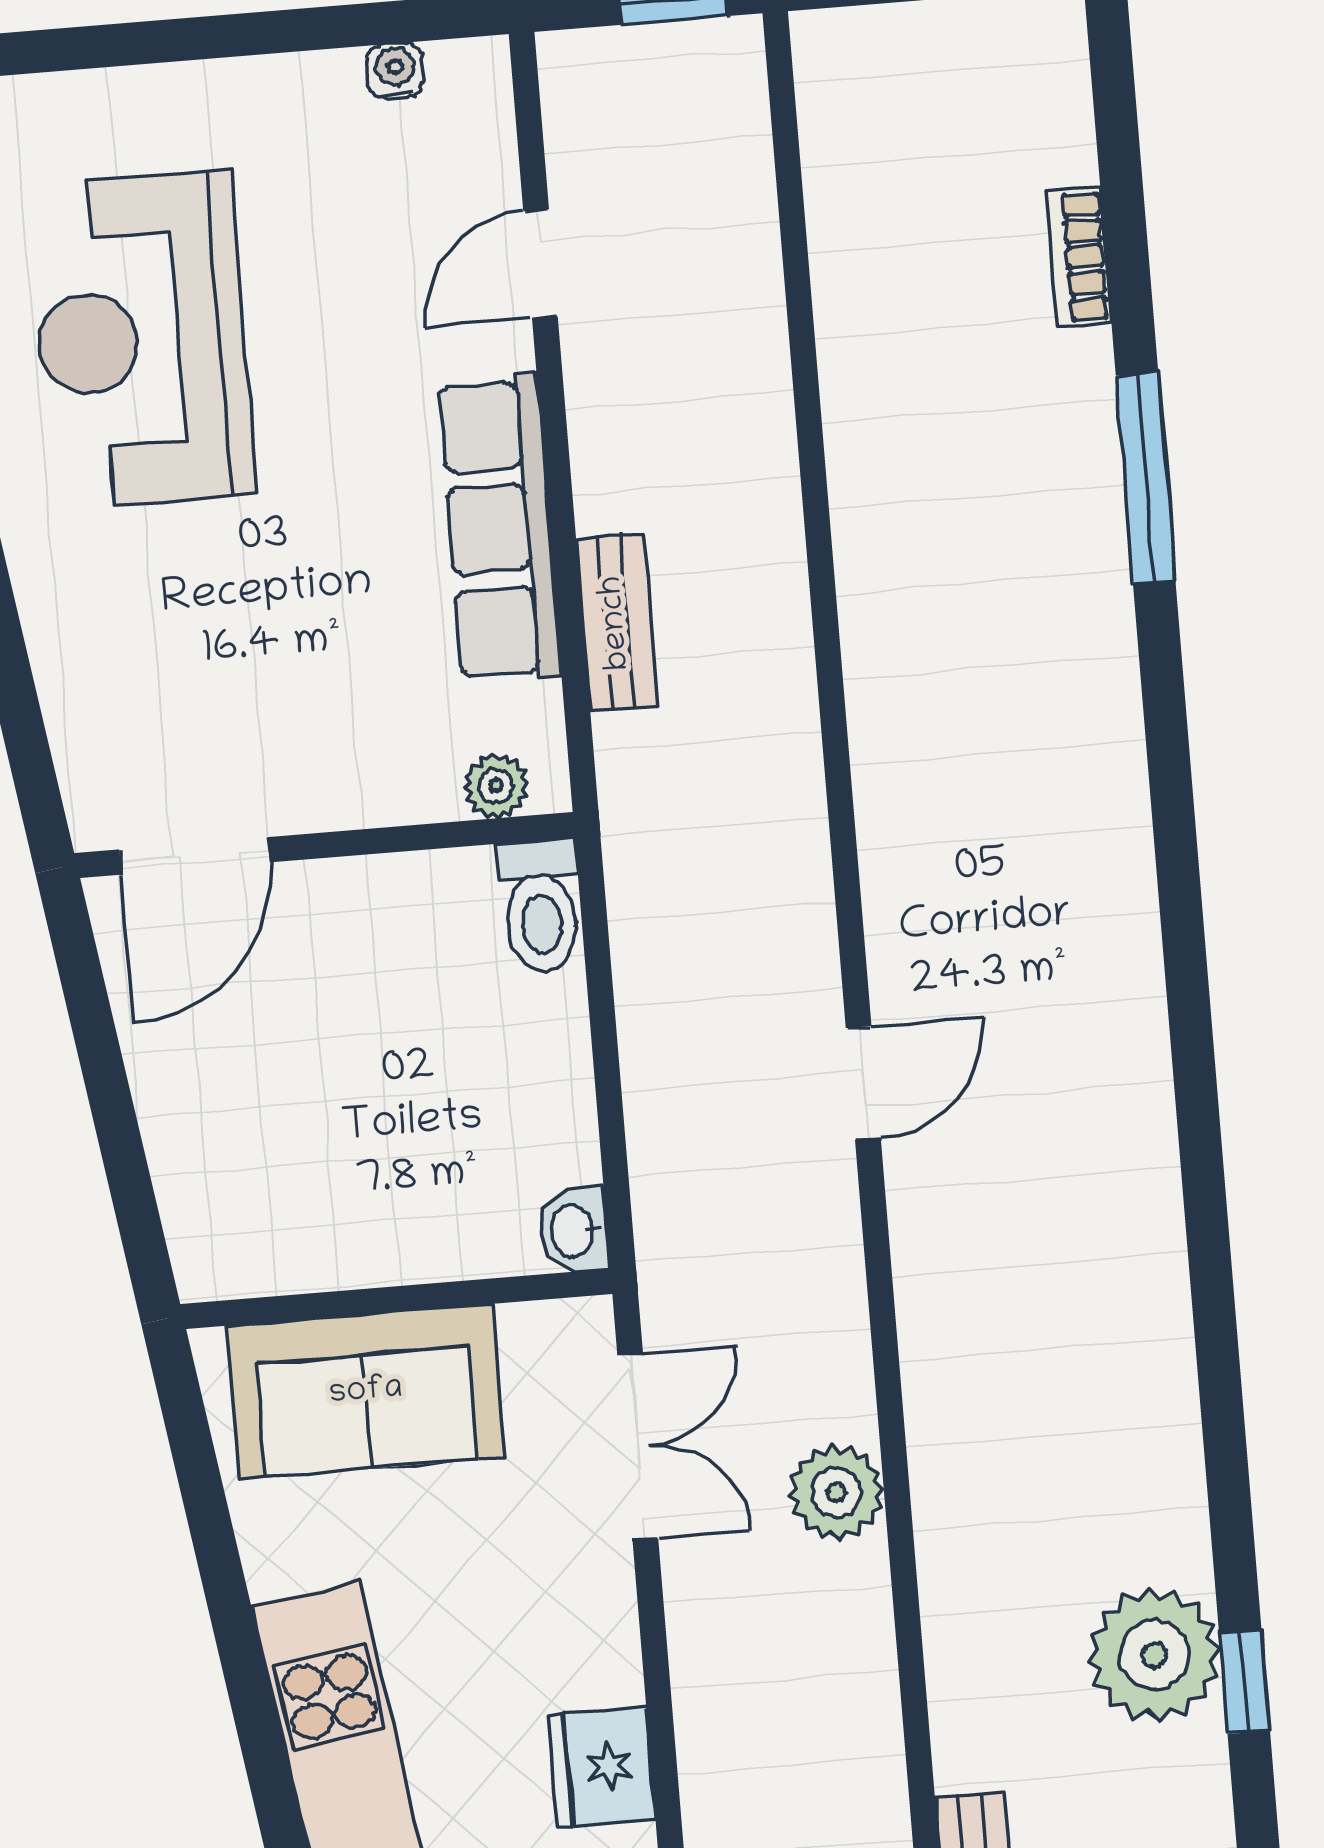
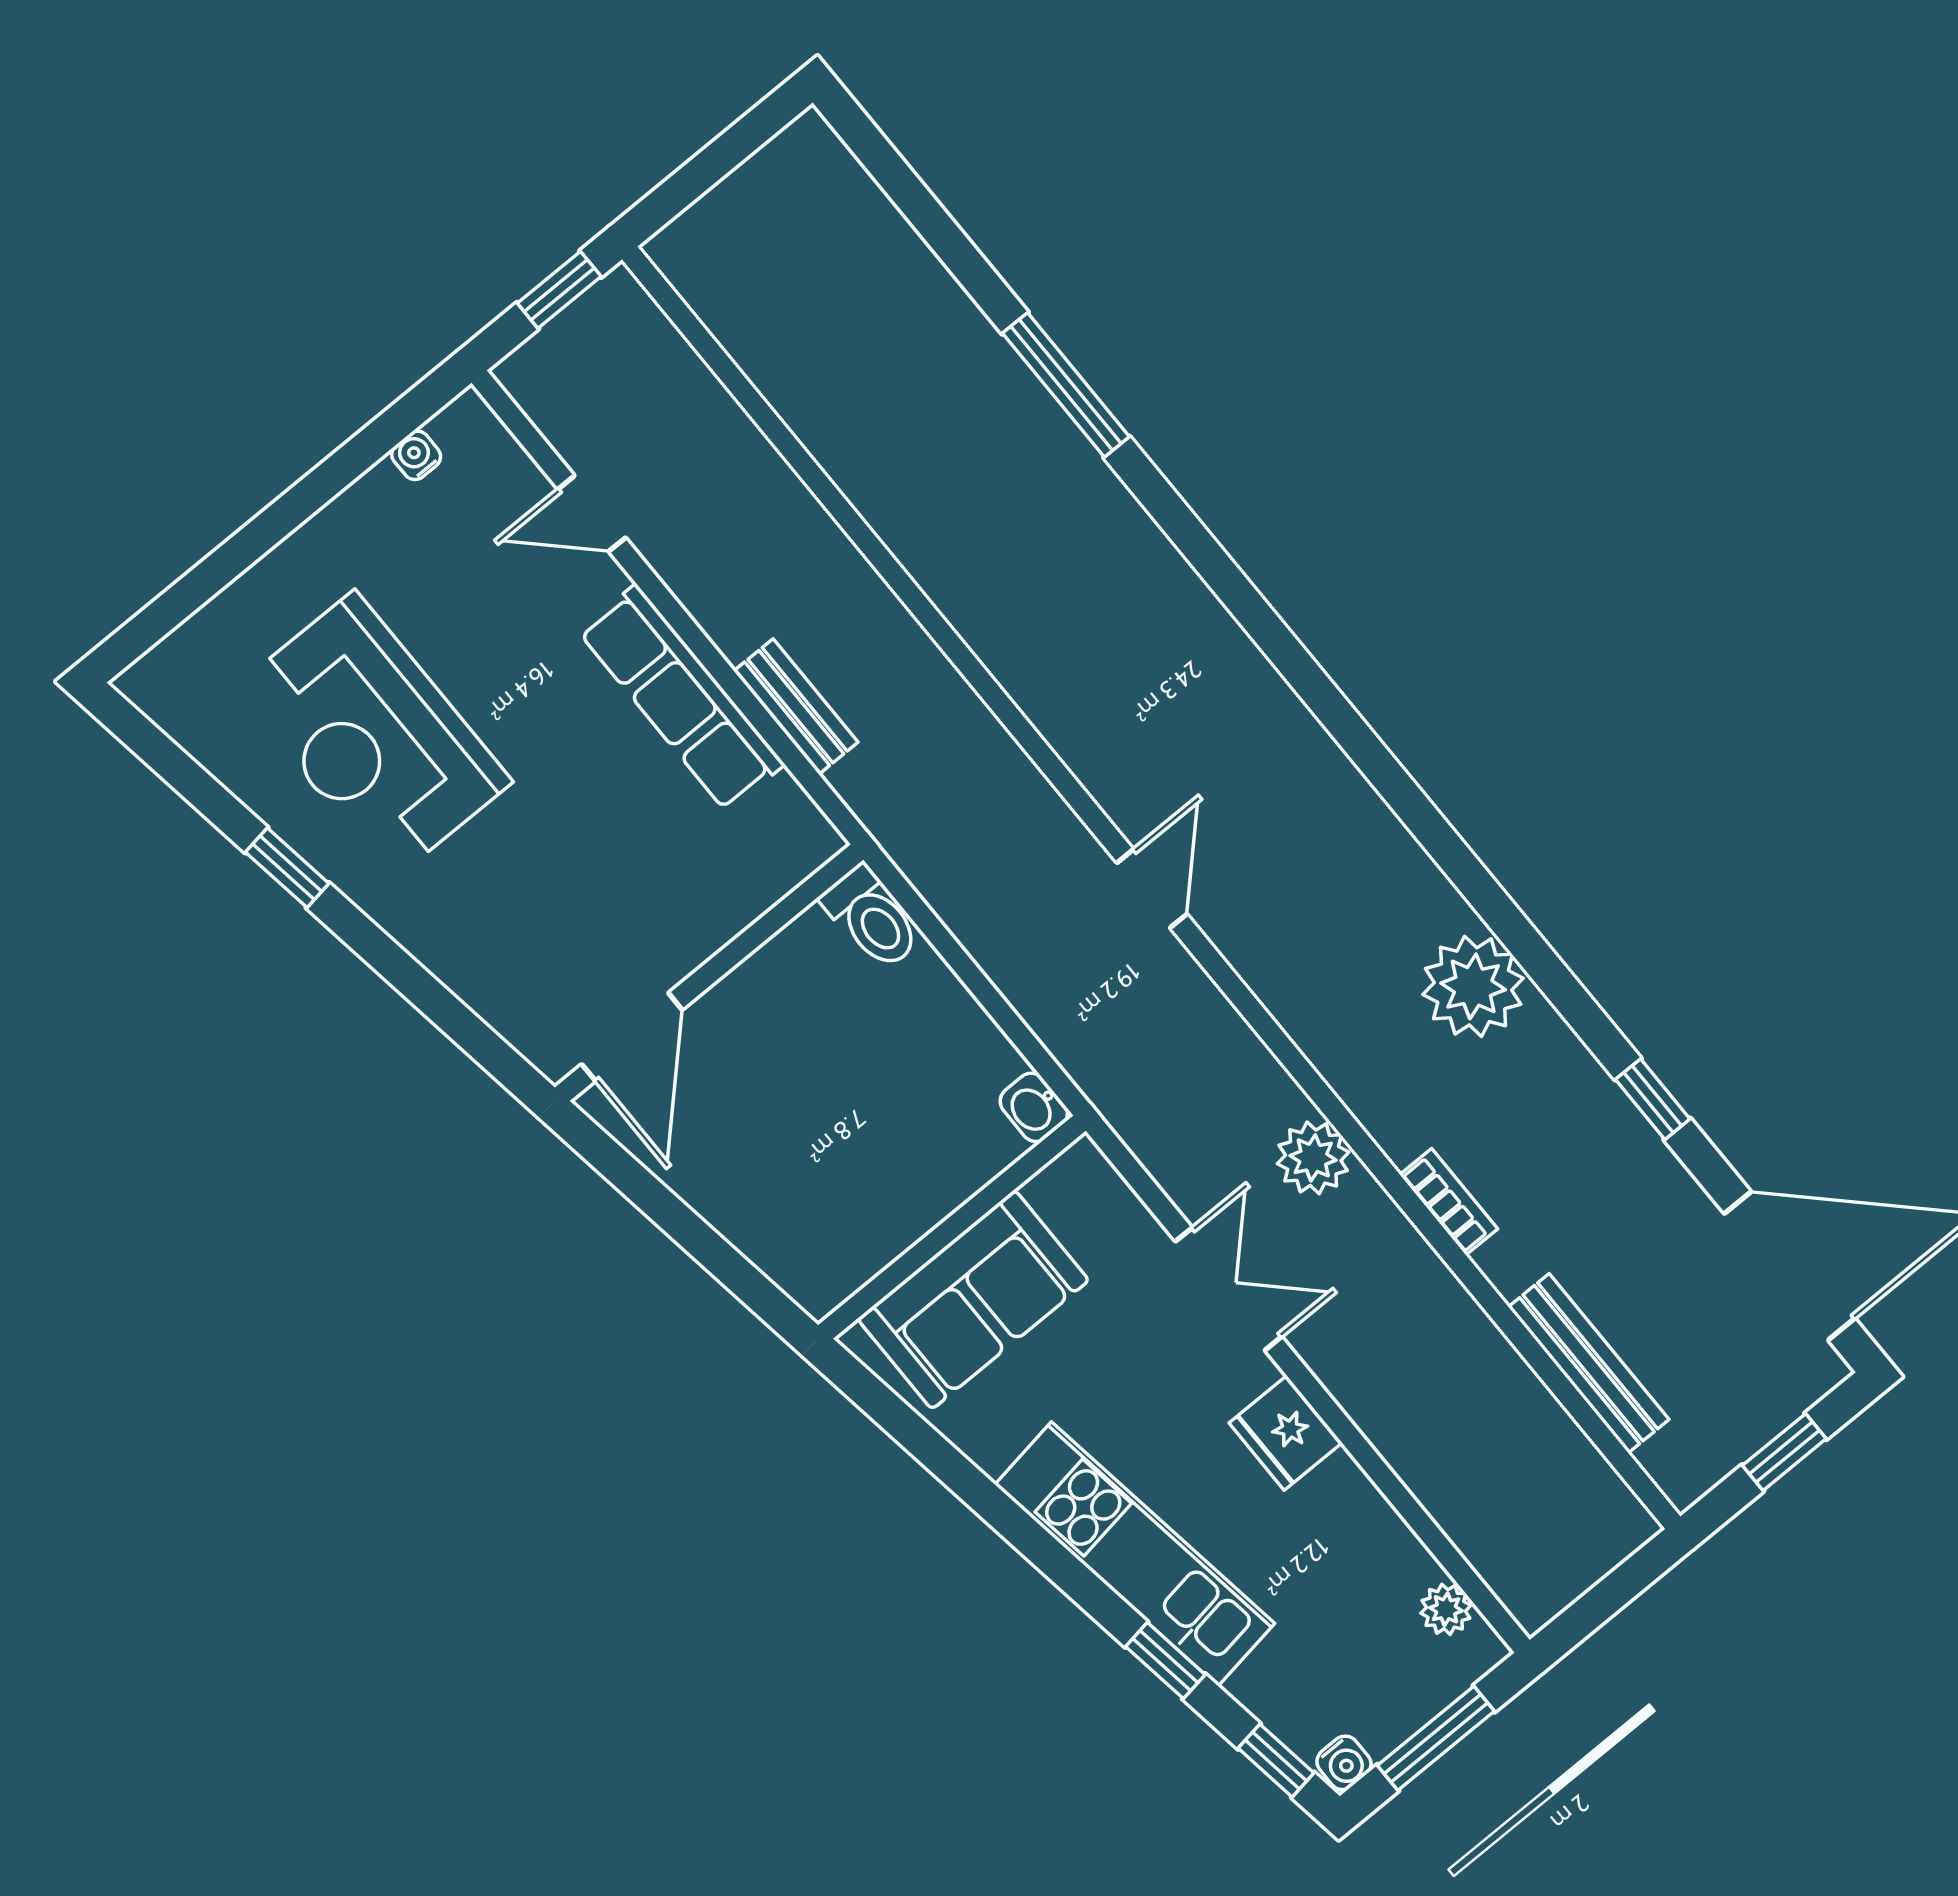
bookcase: (1079, 257) -> (1449, 1202), moved, turned 180
door: (541, 264) -> (592, 514), hinge flipped
plant: (496, 786) -> (791, 862), removed
double door: (638, 1446) -> (1229, 1289), moved
plant: (1154, 1655) -> (1473, 986), moved

